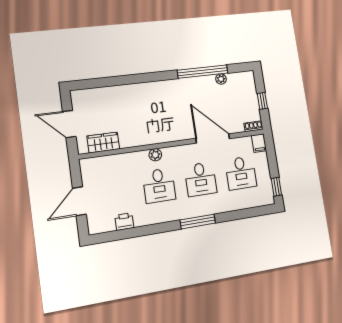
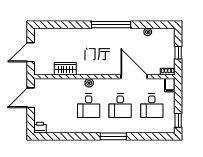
window: (203, 72) -> (111, 25), moved
door: (69, 124) -> (31, 52), hinge flipped
wardrobe: (103, 143) -> (65, 69), moved
door: (79, 201) -> (31, 98), moved
printer: (124, 222) -> (40, 128), moved

